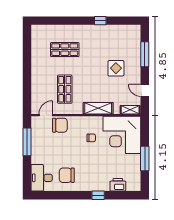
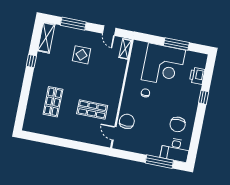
door: (145, 90) -> (109, 31), hinge flipped
shelving: (98, 108) -> (46, 38), moved
corner desk: (122, 135) -> (163, 65), moved
window: (27, 142) -> (159, 162), moved

